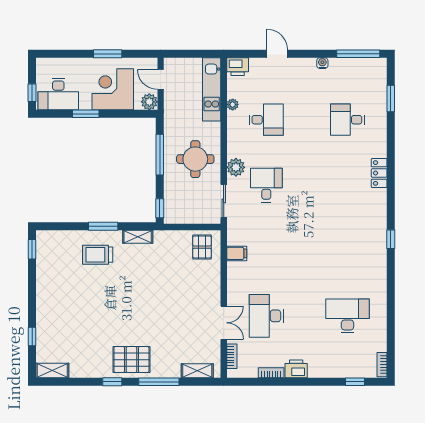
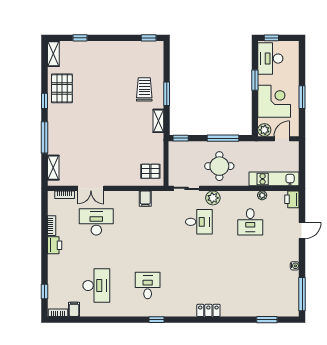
desk: (347, 120) -> (148, 286), moved
filing cabinet: (378, 344) -> (74, 309), added
pallet: (131, 360) -> (62, 88), moved

